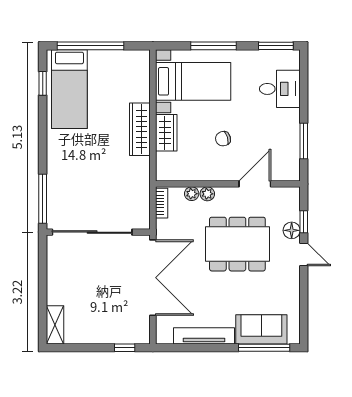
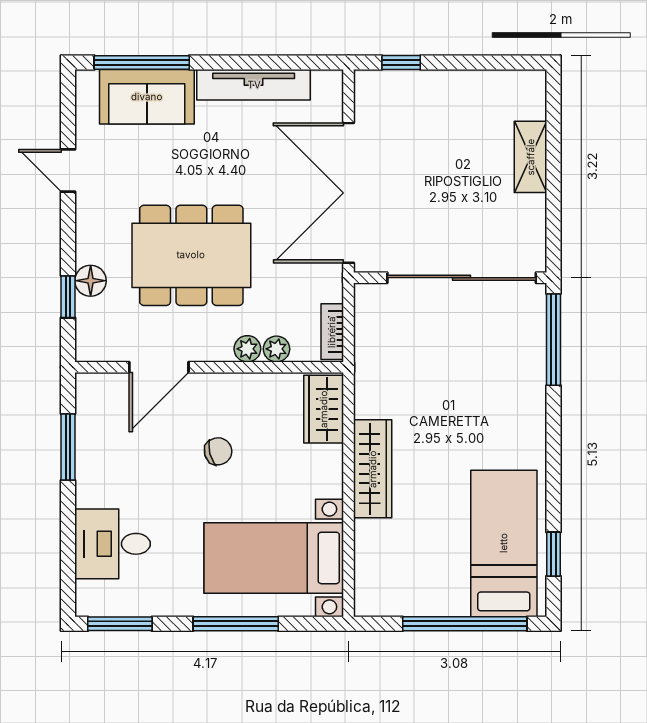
wardrobe: (166, 133) -> (324, 409), moved
door: (304, 254) -> (68, 170), moved
shelving: (55, 325) -> (531, 157), moved

